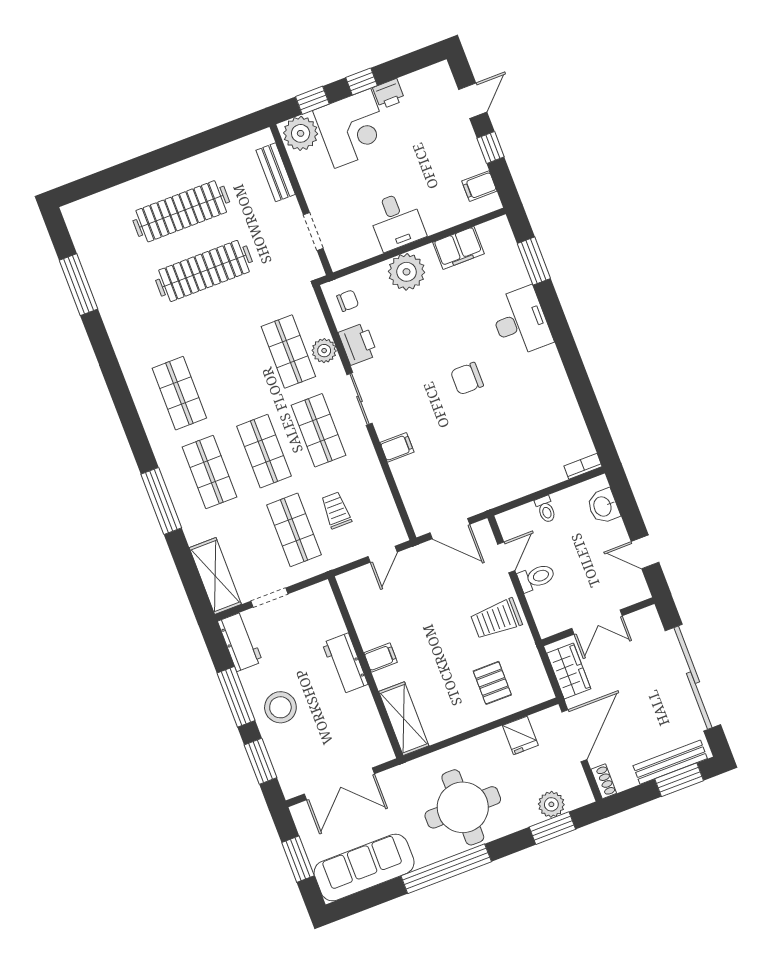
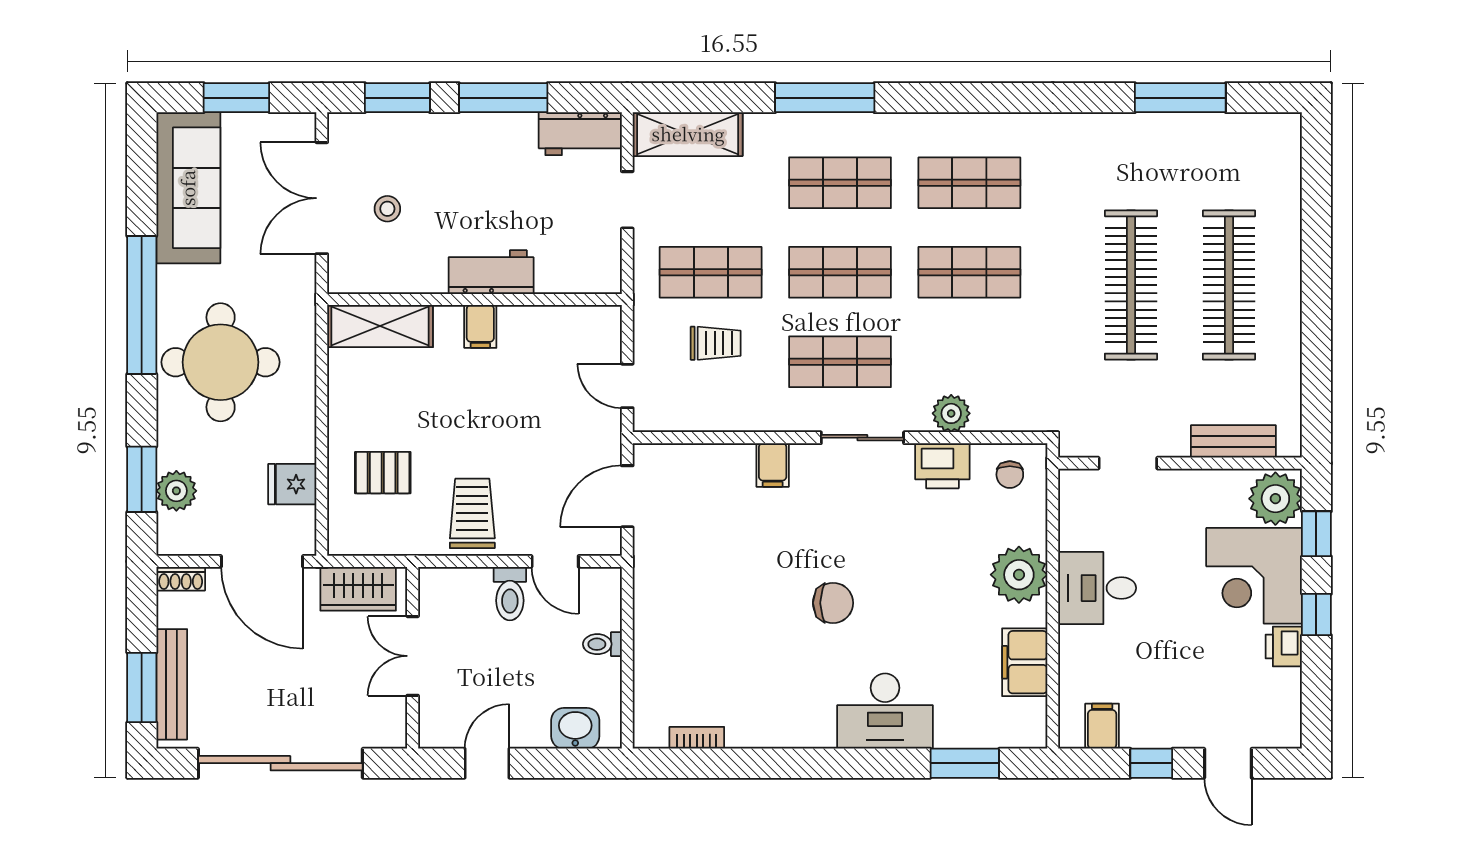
shop shelf: (288, 352) -> (969, 272), moved
chair: (467, 379) -> (833, 603), turned 90
bookcase: (583, 466) -> (697, 738), moved, turned -90
stool: (280, 707) -> (387, 209), moved, width x0.53, depth x0.53

